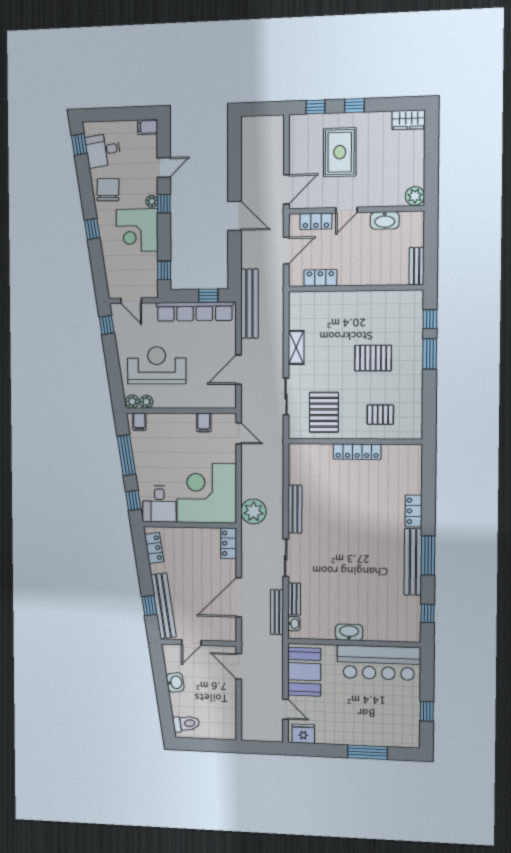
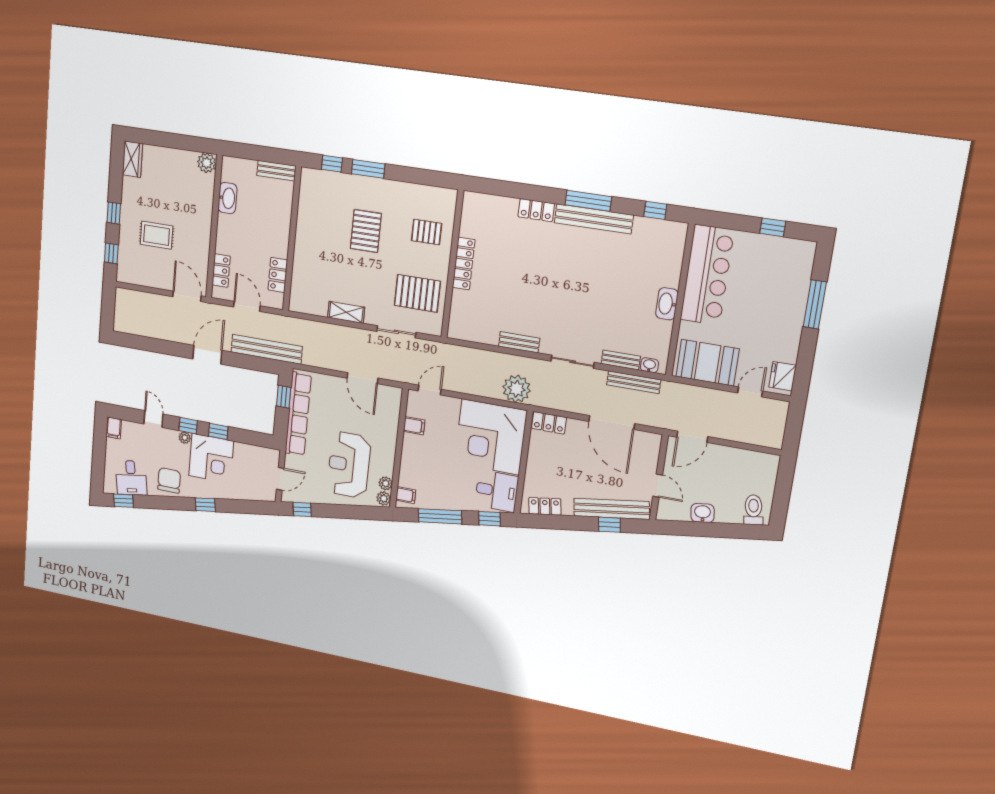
rug: (340, 152) -> (157, 235), width x0.73, depth x0.70
chair: (108, 190) -> (169, 480), turned 89
door: (347, 210) -> (213, 237), removed
window: (164, 270) -> (218, 431), moved
bench: (249, 304) -> (267, 349), moved
pallet: (380, 415) -> (427, 232), turned 90
bench: (295, 509) -> (519, 342), width x0.73

